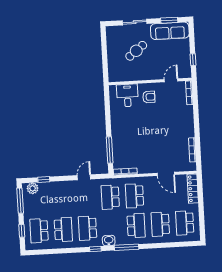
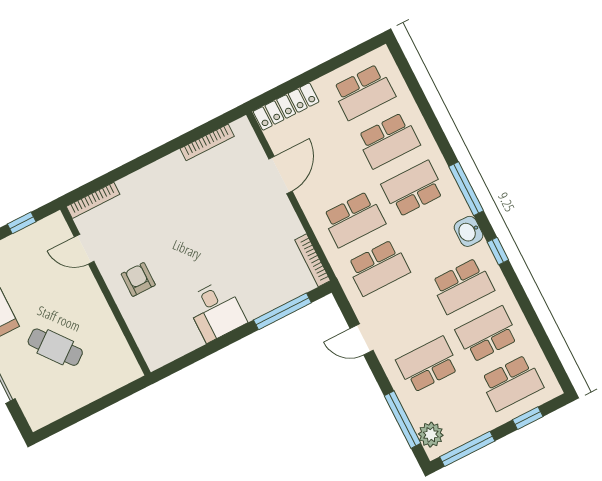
desk: (127, 95) -> (216, 311), moved, turned -90
window: (44, 180) -> (403, 420), width x2.17
school desk: (62, 200) -> (428, 365), added

